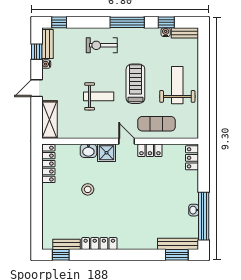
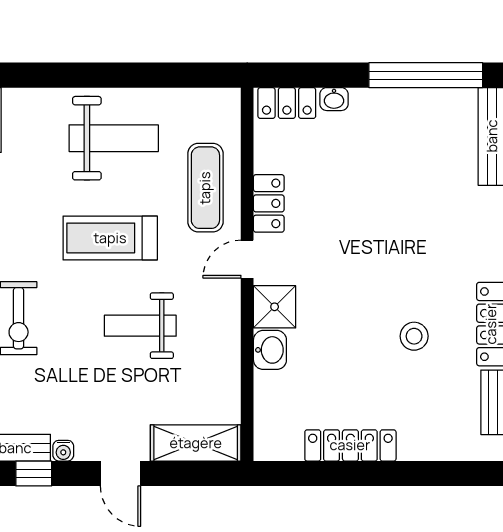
weight bench: (177, 85) -> (114, 138), turned 180
weight bench: (99, 96) -> (140, 326), turned -90
locker: (48, 164) -> (350, 445), moved
stool: (88, 189) -> (414, 336), moved
washbasin: (194, 210) -> (334, 99), moved

